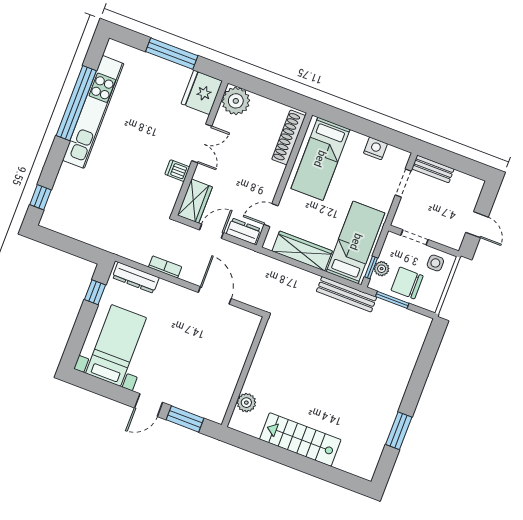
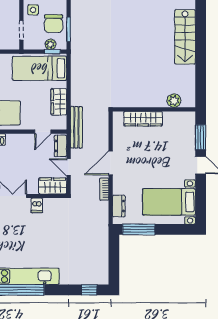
door: (271, 215) -> (43, 132), hinge flipped
wardrobe: (302, 251) -> (59, 102), width x0.67
dresser: (136, 278) -> (119, 206), width x0.70
window: (95, 292) -> (139, 229), width x2.17
bench: (347, 294) -> (76, 127), moved
door: (215, 295) -> (111, 163), moved
wardrobe: (238, 353) -> (143, 119), added
stairs: (300, 440) -> (185, 37), moved

